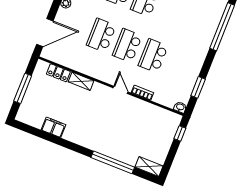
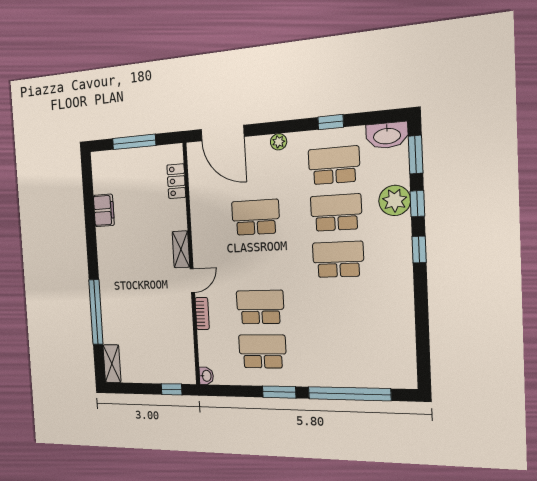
school desk: (127, 45) -> (262, 351), moved
shelving: (81, 81) -> (181, 249), moved
window: (198, 87) -> (279, 392), moved

